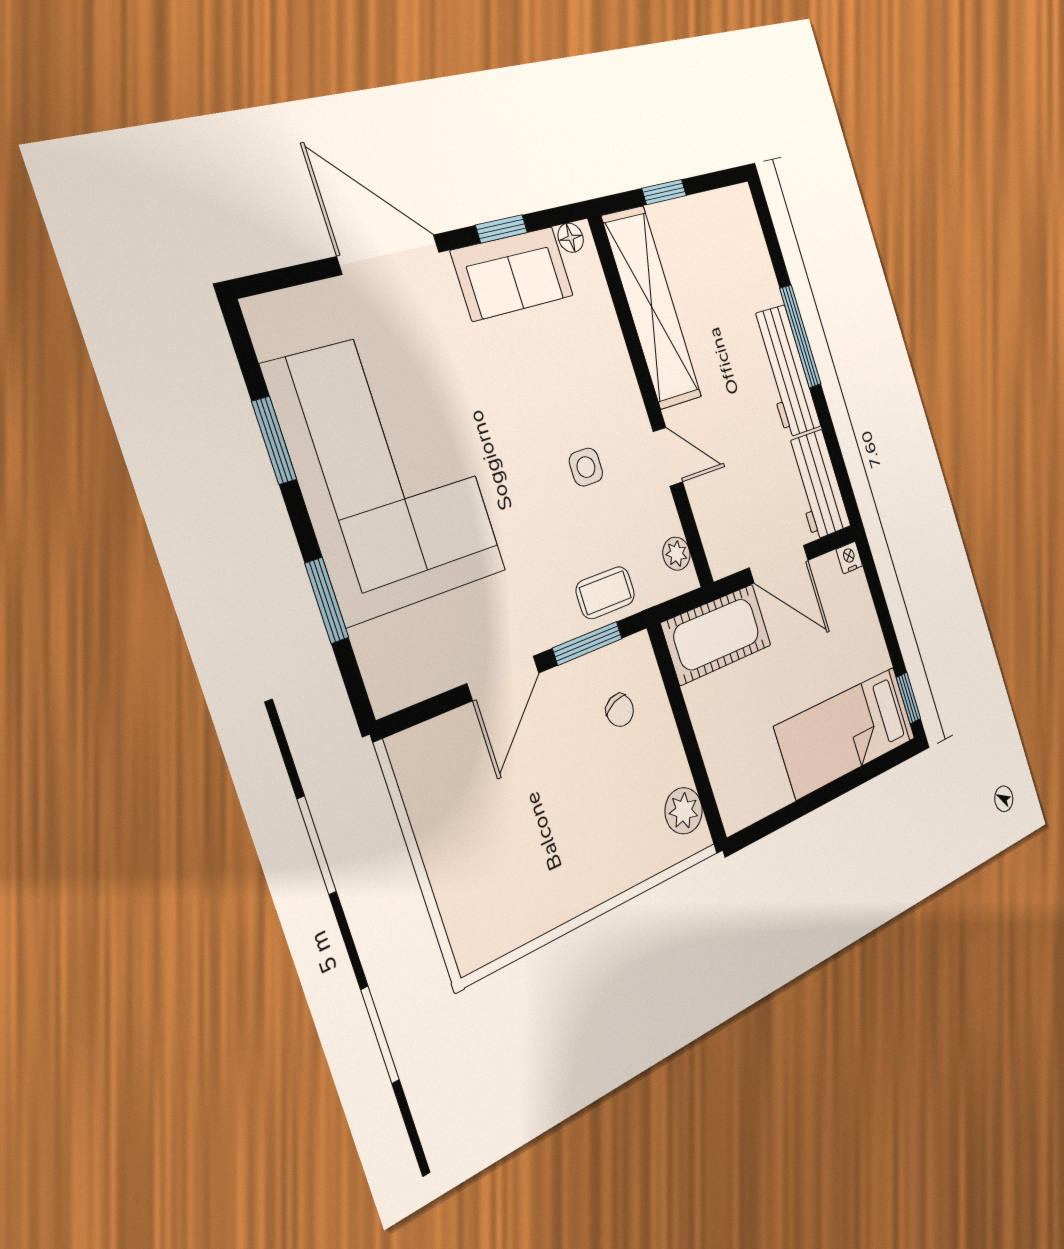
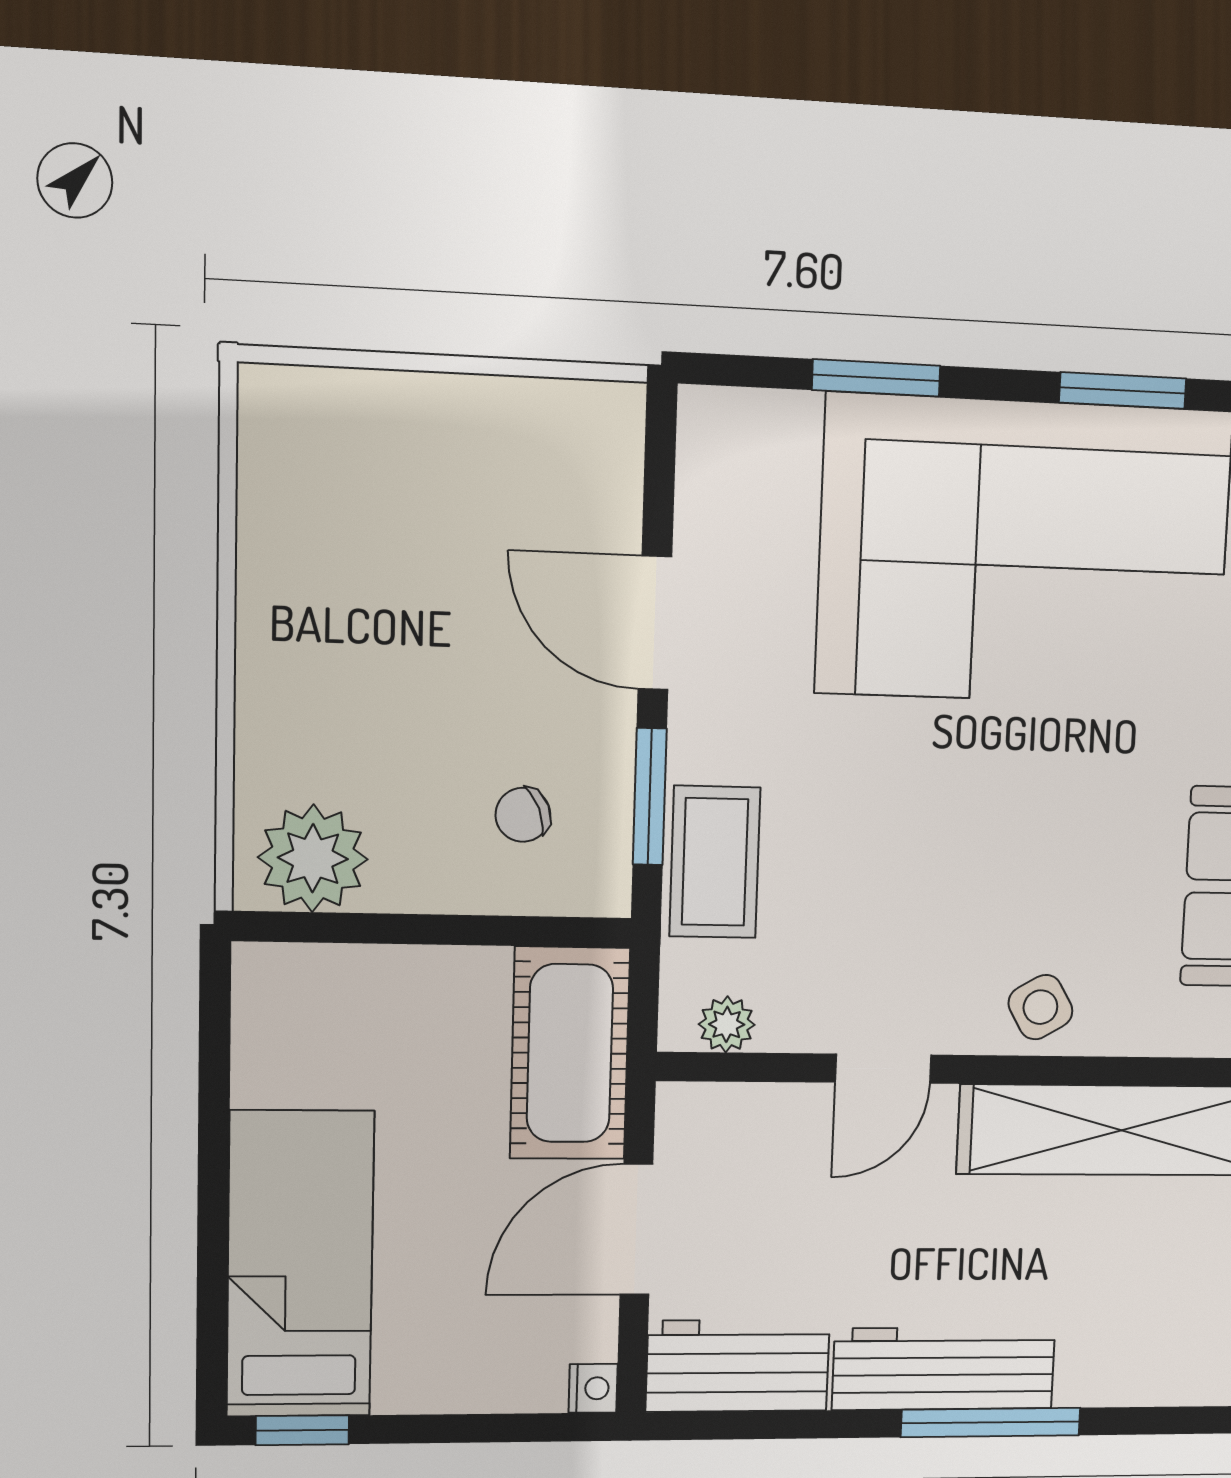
side table: (586, 467) -> (1040, 1007), moved, turned -30
coffee table: (605, 593) -> (715, 862), width x1.36, depth x1.30
plant: (684, 811) -> (313, 858), width x1.36, depth x1.36

